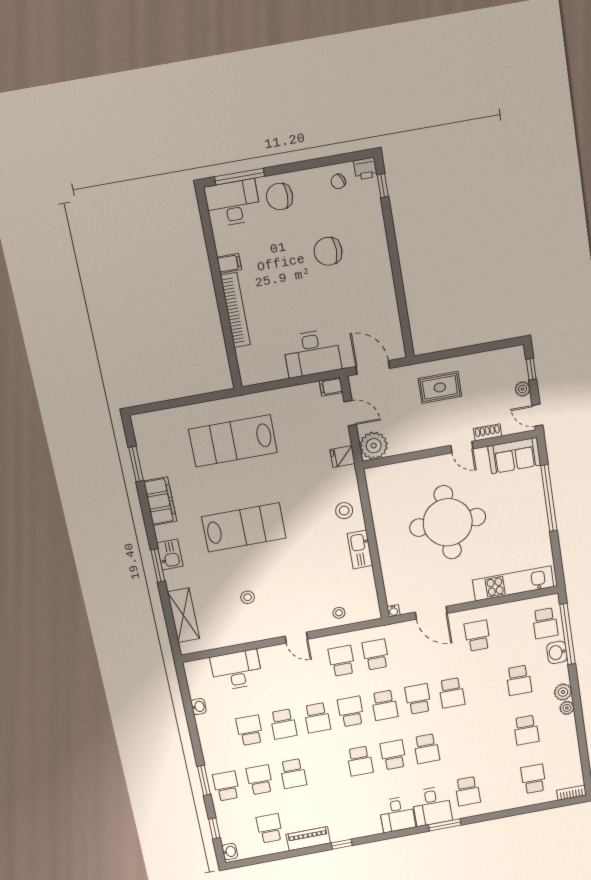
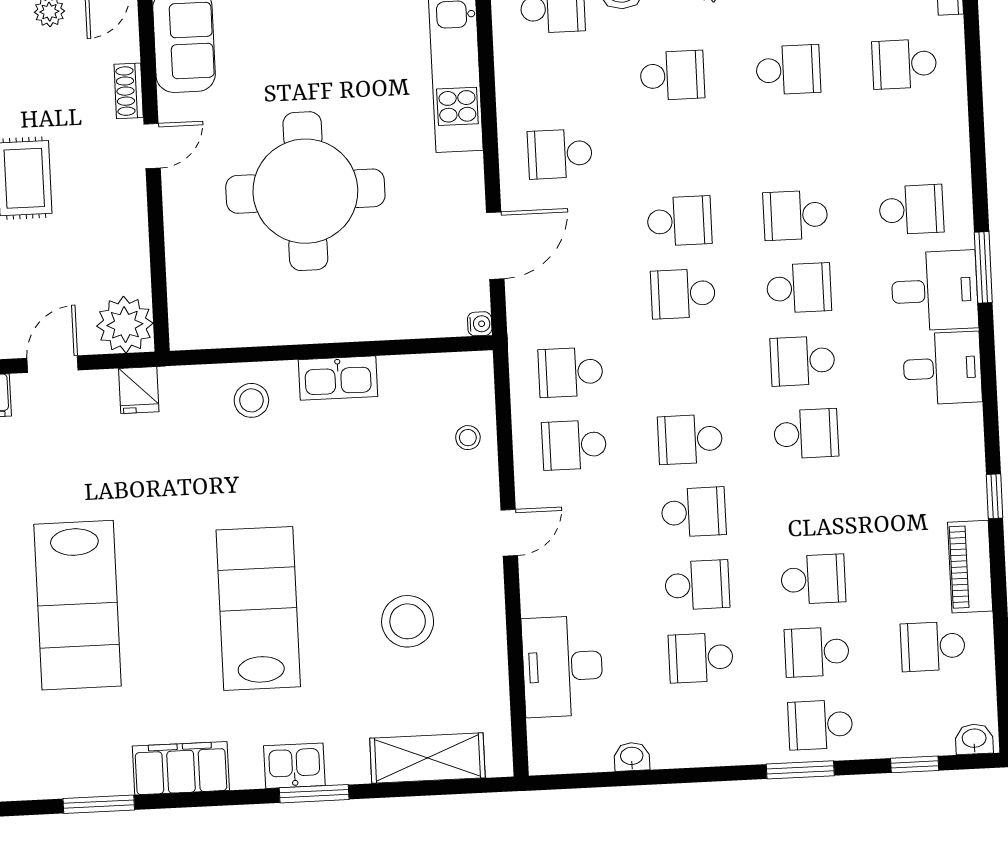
stool: (248, 597) -> (408, 621), width x1.89, depth x1.89
school desk: (385, 705) -> (795, 215), moved, turned 180

